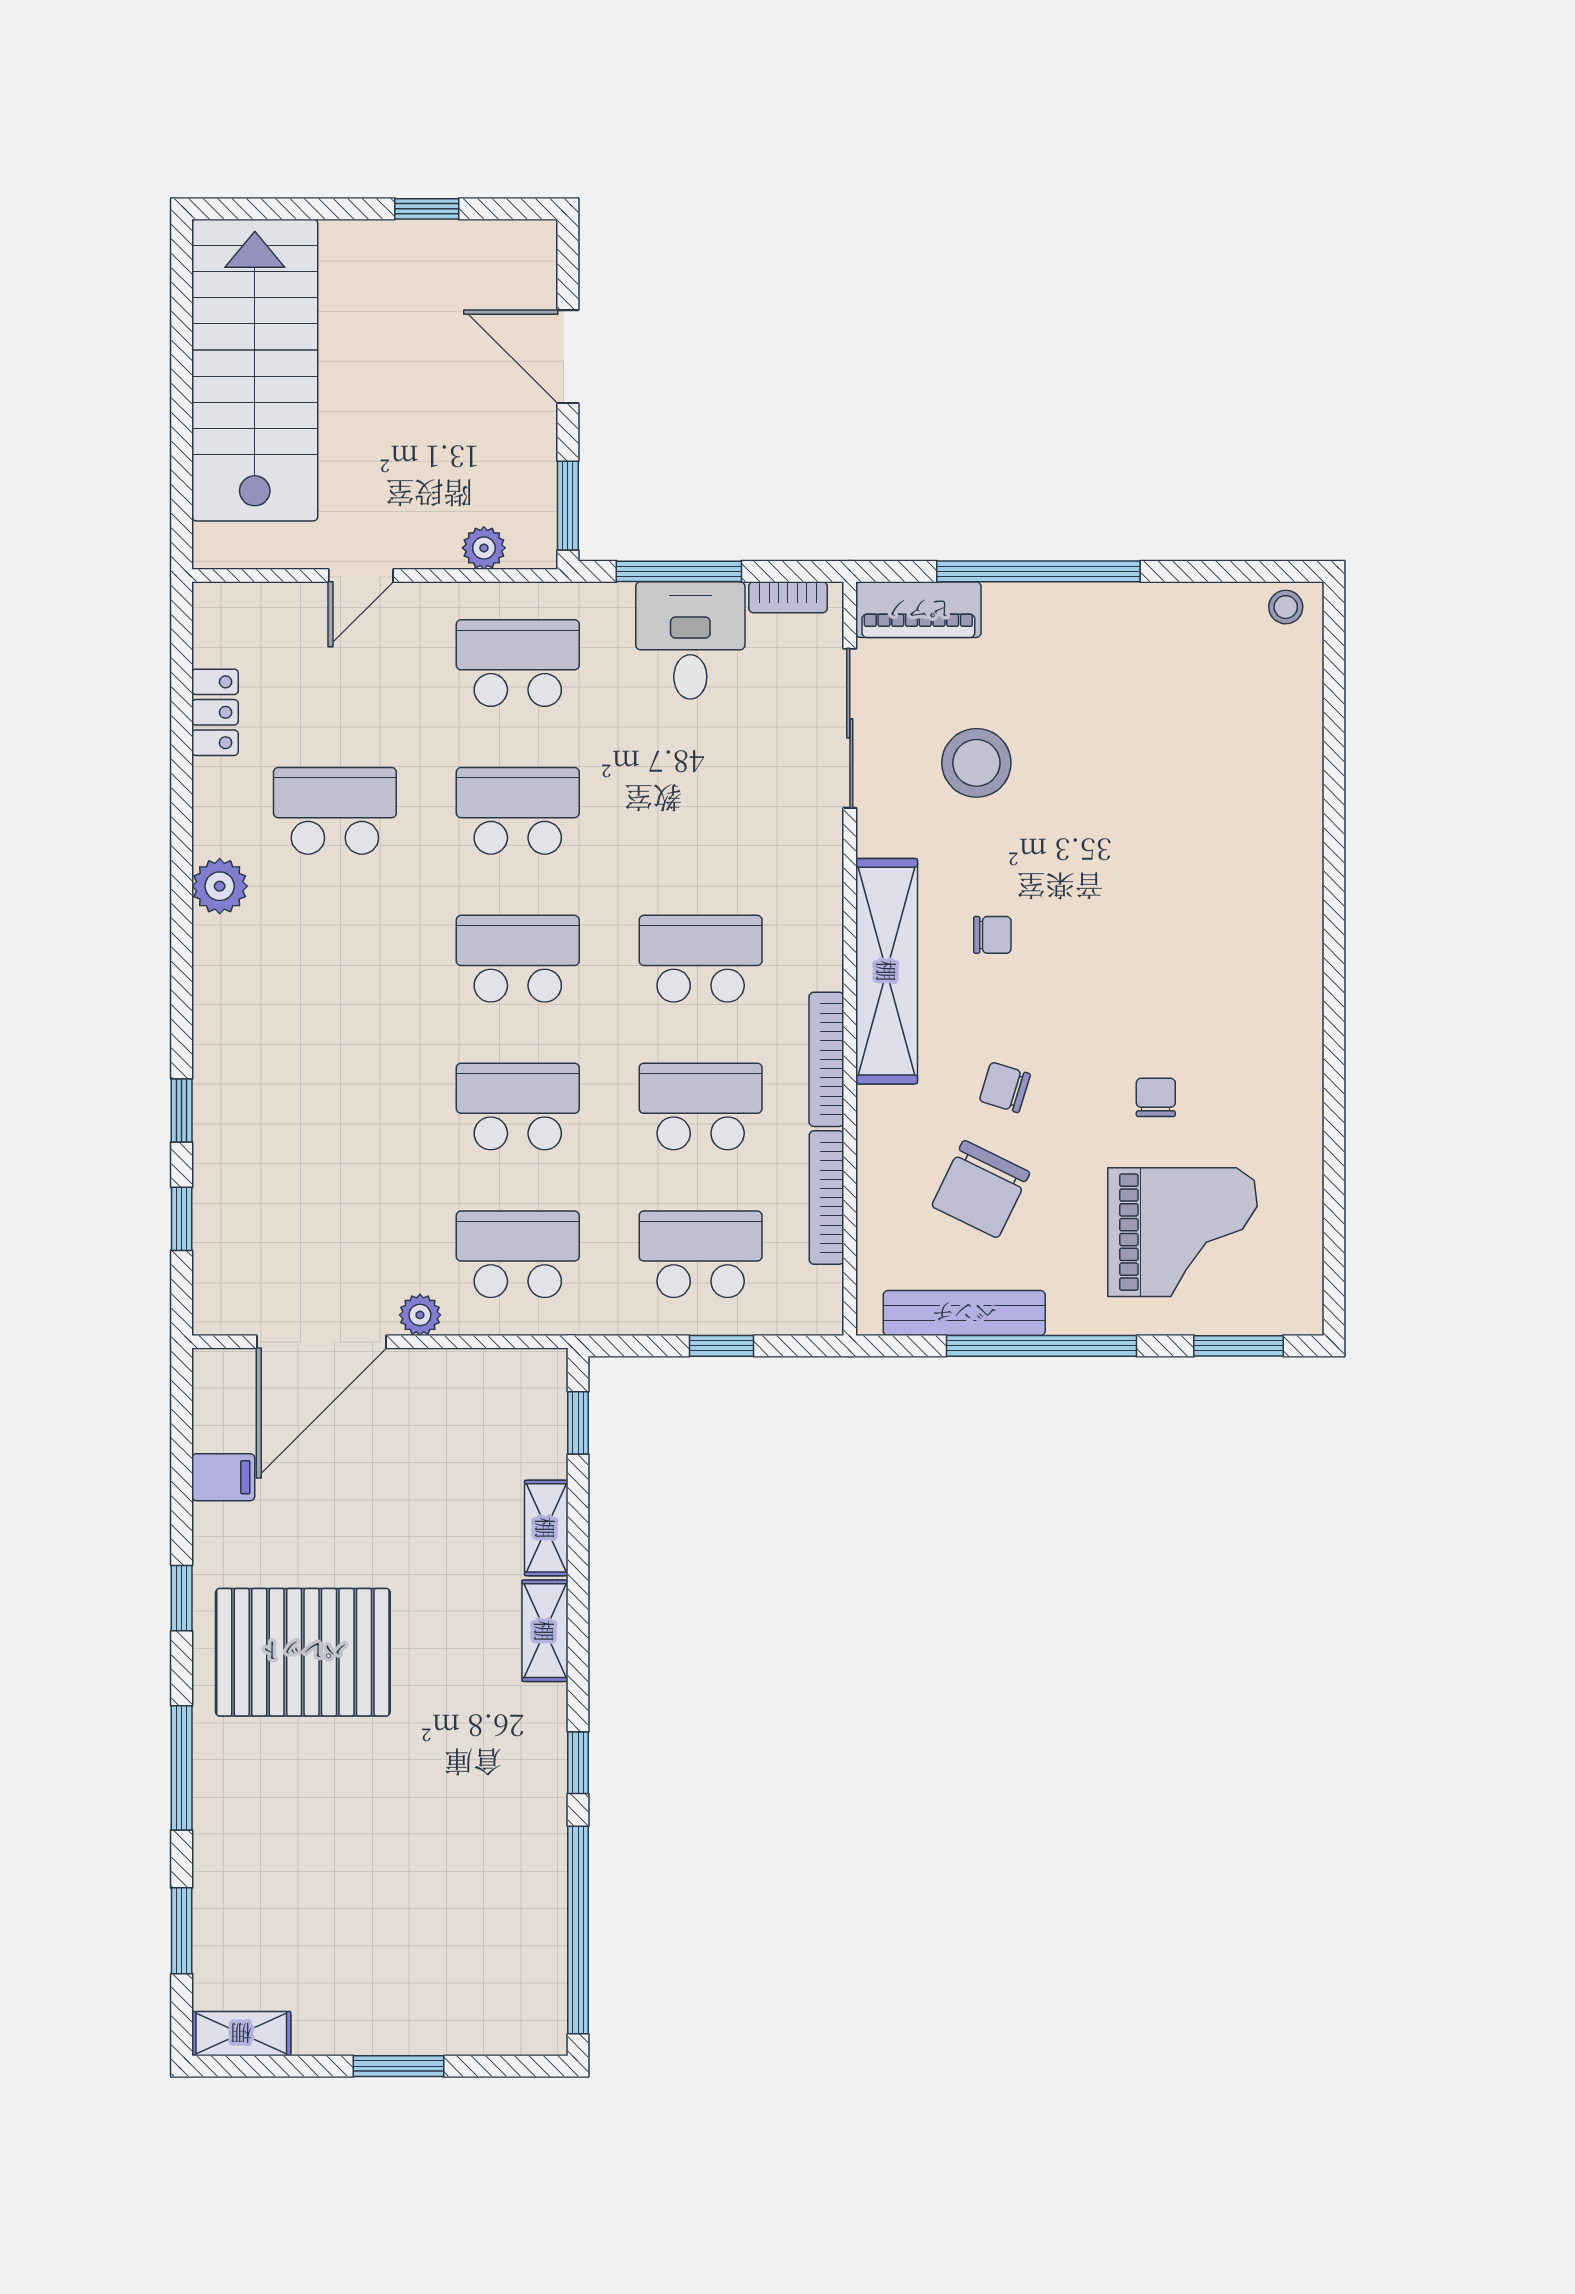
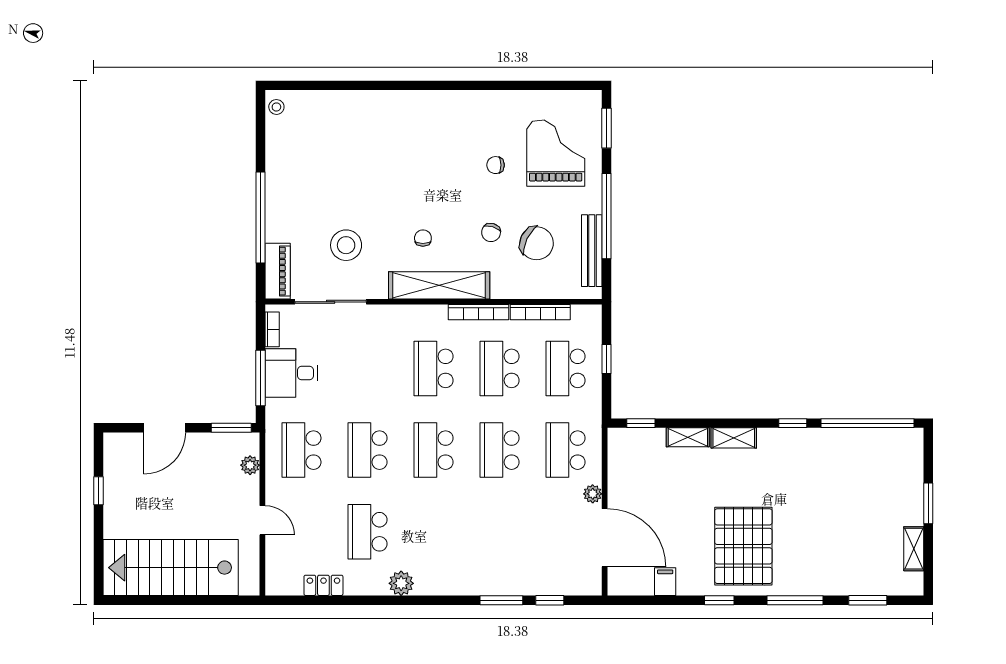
window: (182, 1111) -> (501, 600), width x1.50
shelving: (241, 2034) -> (914, 549), moved

